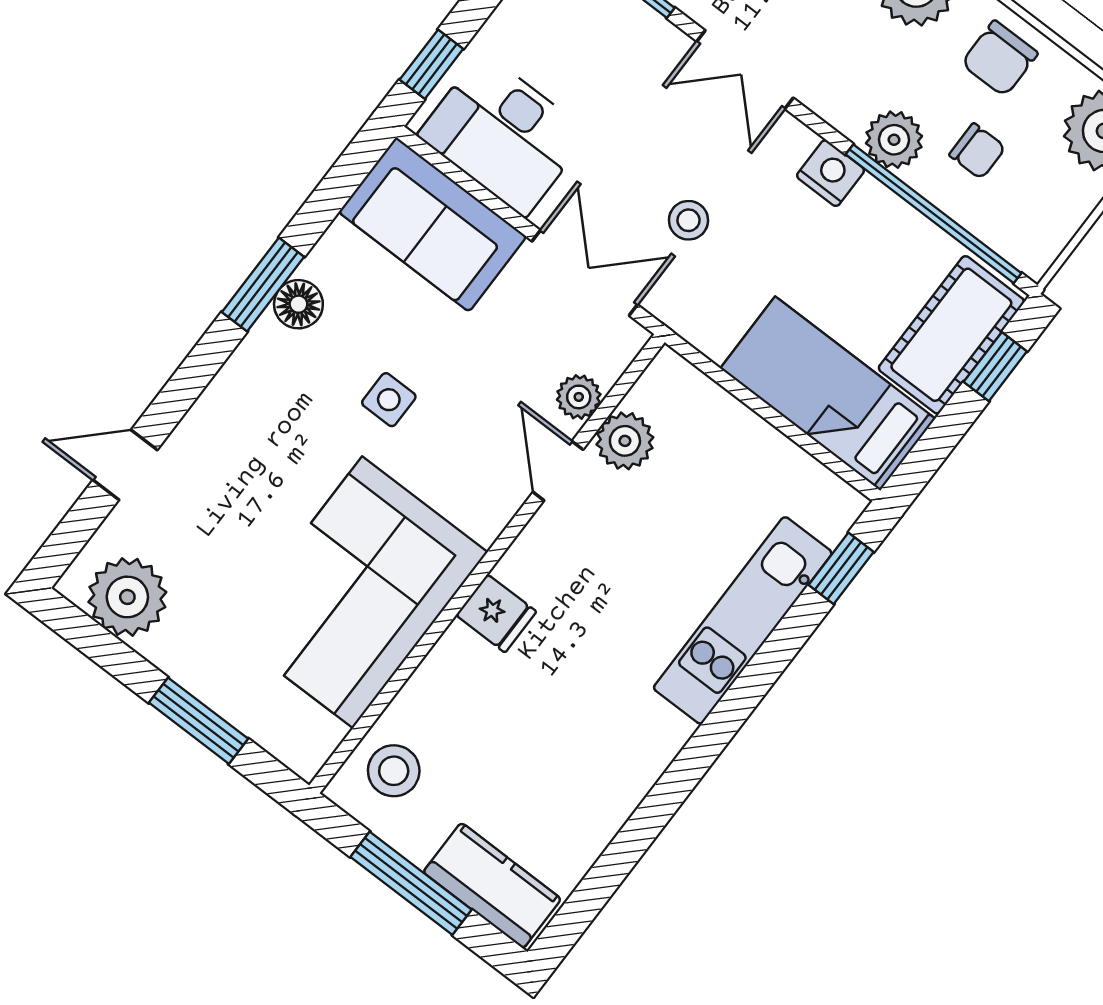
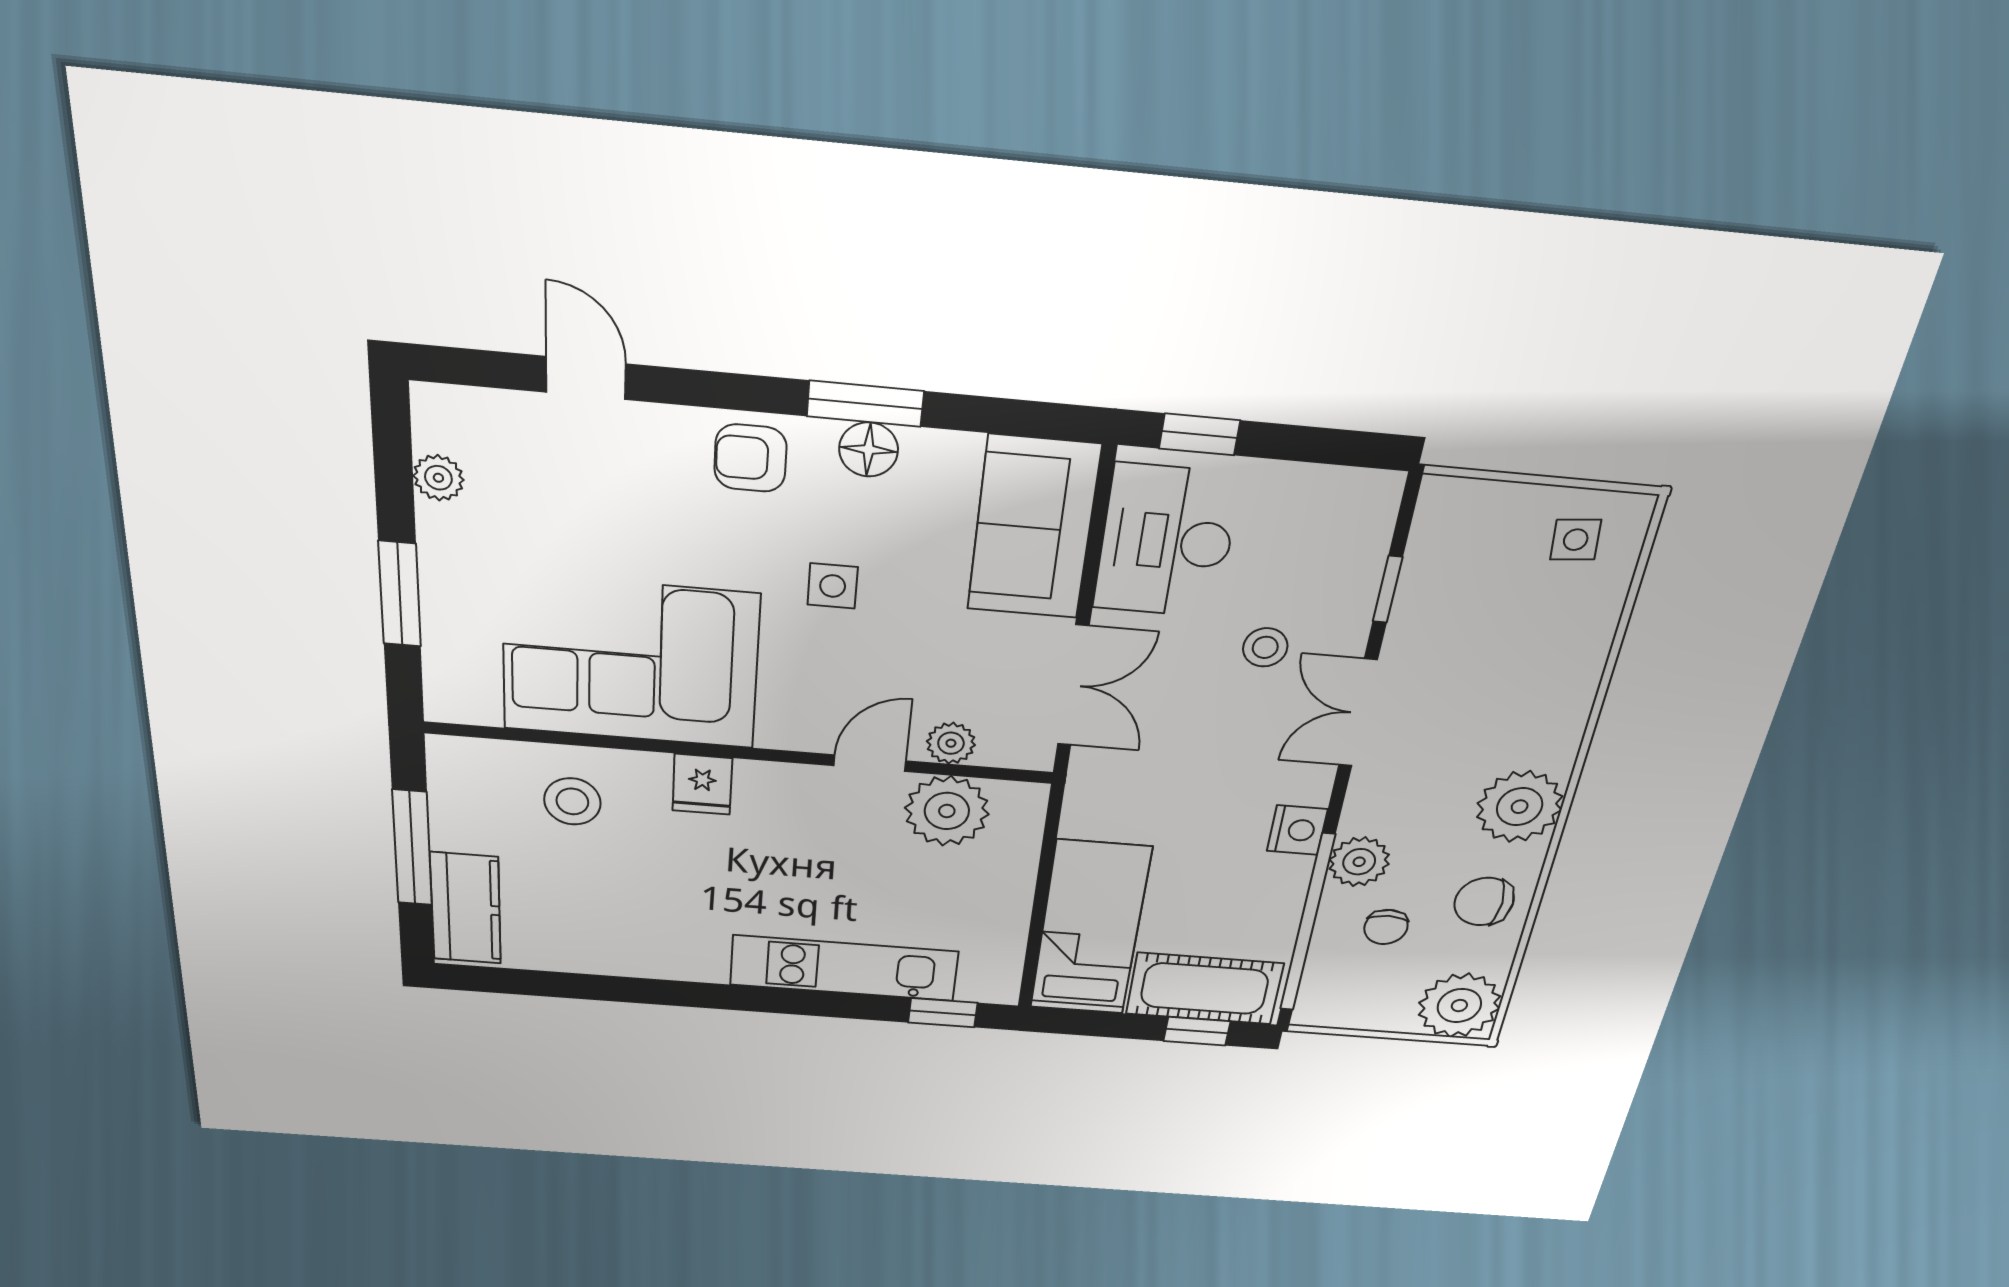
stool: (688, 220) -> (1265, 647), moved
armchair: (253, 392) -> (750, 458), added
plant: (625, 441) -> (947, 811), width x1.36, depth x1.36
plant: (127, 597) -> (438, 478), width x0.53, depth x0.53
stool: (394, 771) -> (572, 801), moved

